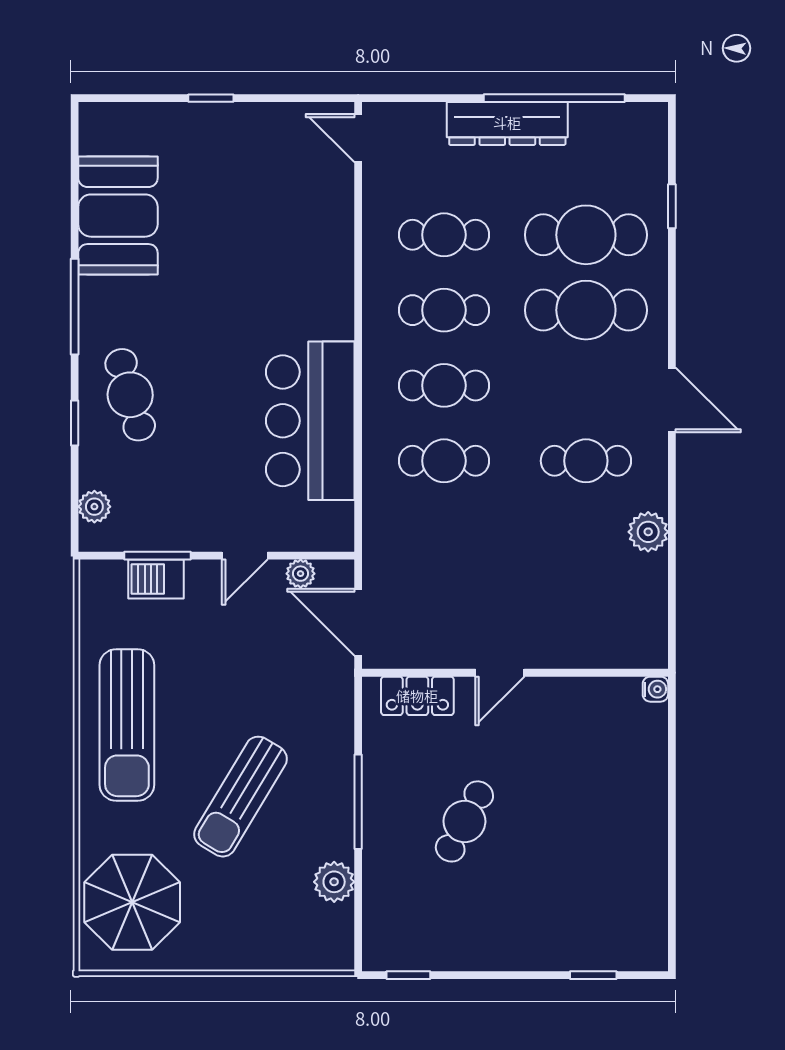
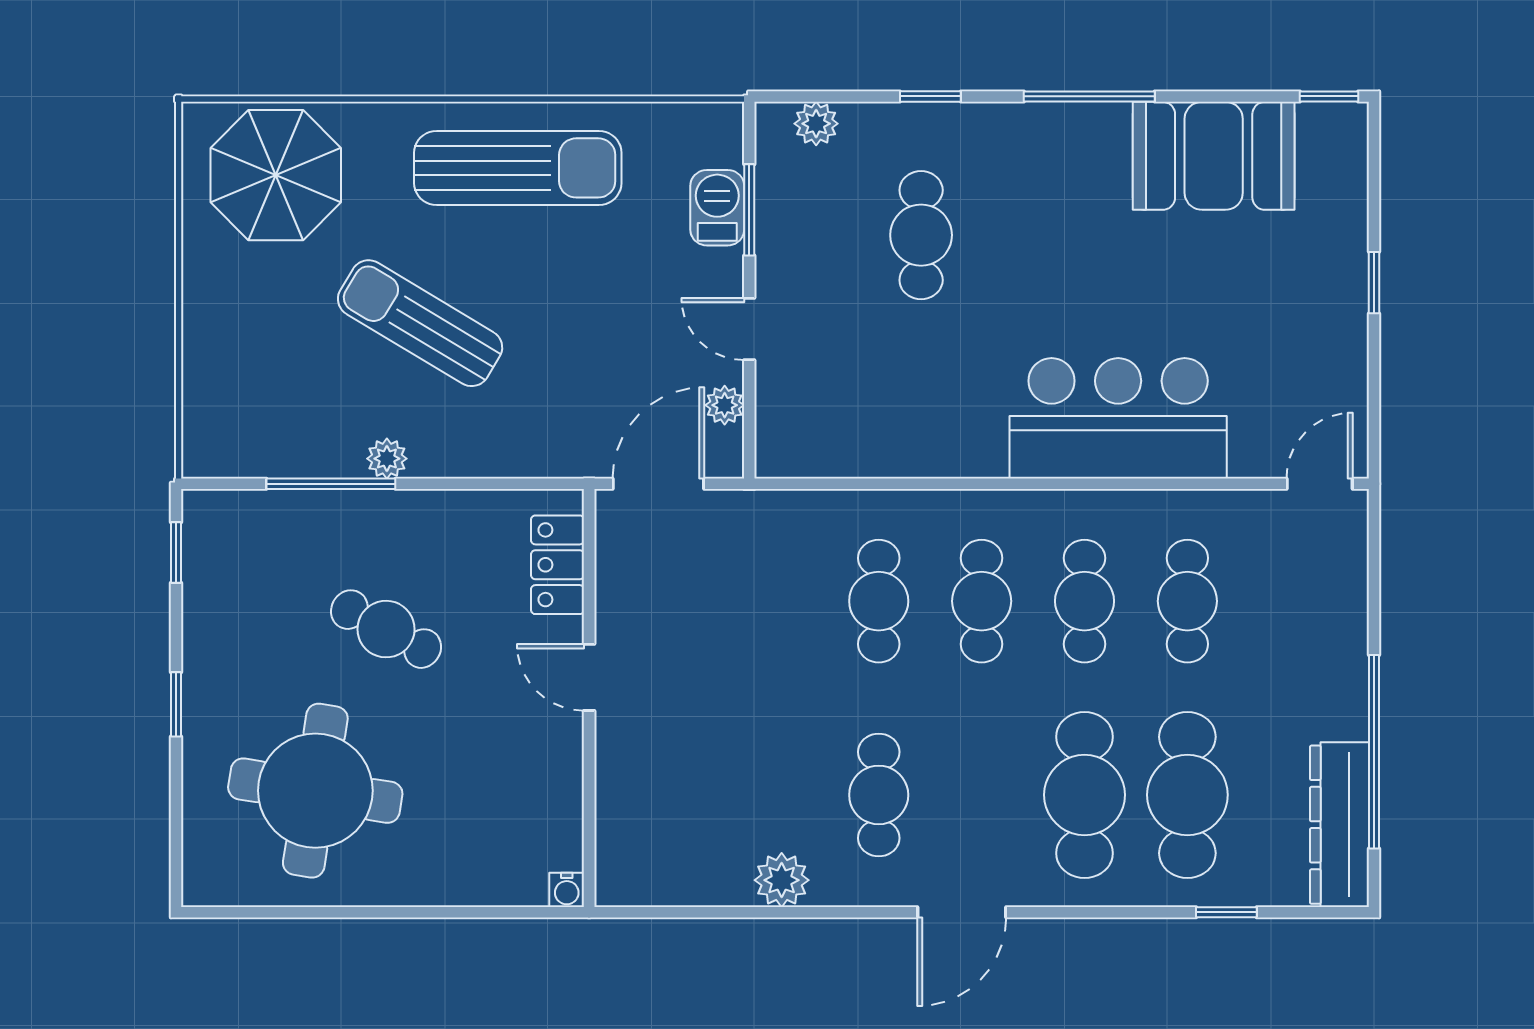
dresser: (507, 123) -> (1339, 825), moved
window: (75, 131) -> (1329, 96), added
cafe table: (130, 395) -> (921, 235), moved, turned -74
bar counter: (310, 421) -> (1118, 418), moved
sun lounger: (127, 725) -> (518, 168), turned 180
window: (358, 802) -> (331, 484), moved
round table: (583, 873) -> (315, 791), added
plant: (334, 882) -> (387, 459), moved, width x0.73, depth x0.73
window: (593, 975) -> (176, 704), moved

